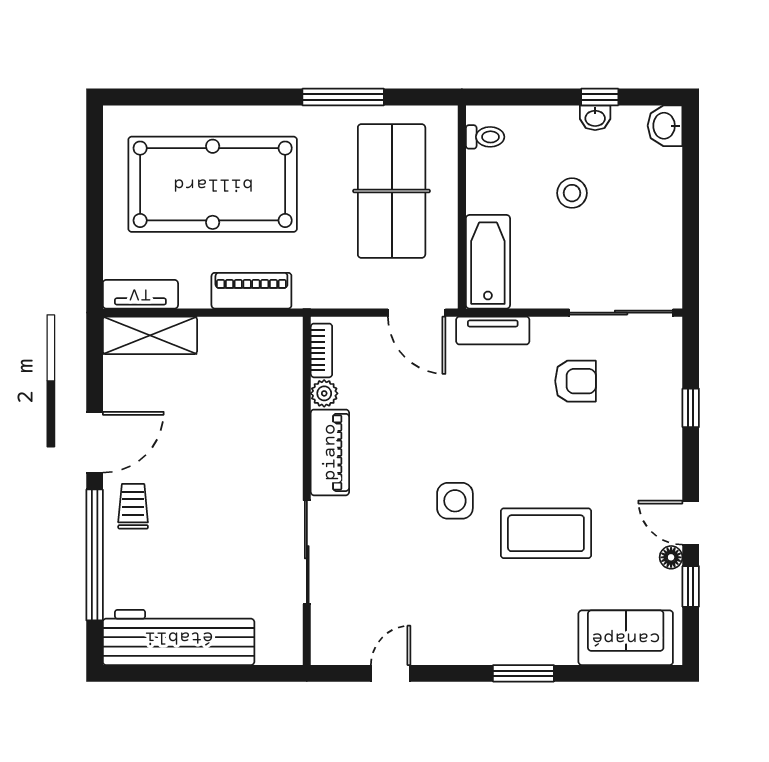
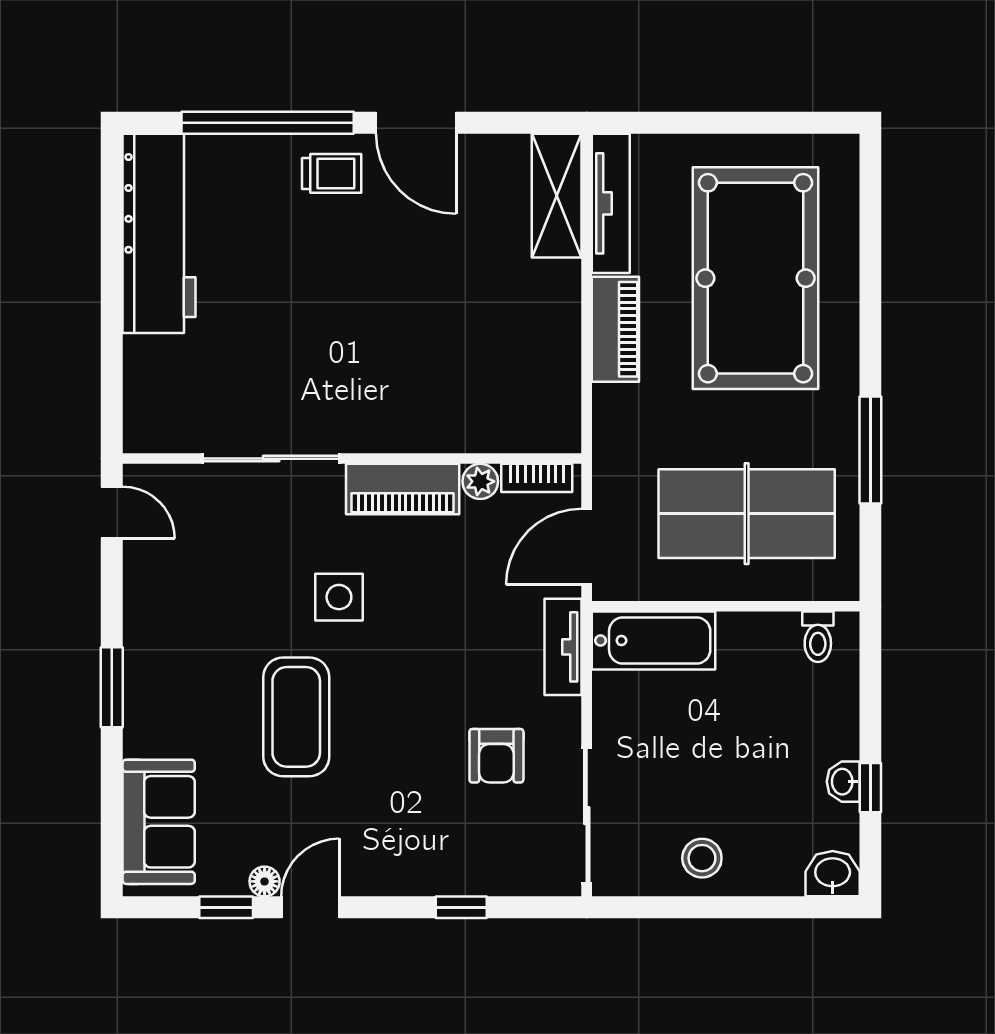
stool: (572, 193) -> (702, 858), moved
tv unit: (140, 294) -> (611, 203), width x1.41
bookcase: (321, 350) -> (537, 478), moved
plant: (324, 393) -> (480, 481), moved
piano: (330, 452) -> (403, 489), moved
wall: (307, 491) -> (352, 459), moved
sliding door: (307, 552) -> (271, 459), moved

